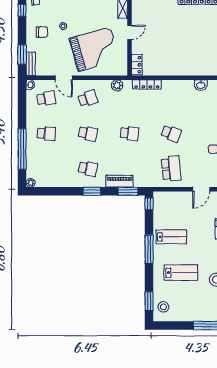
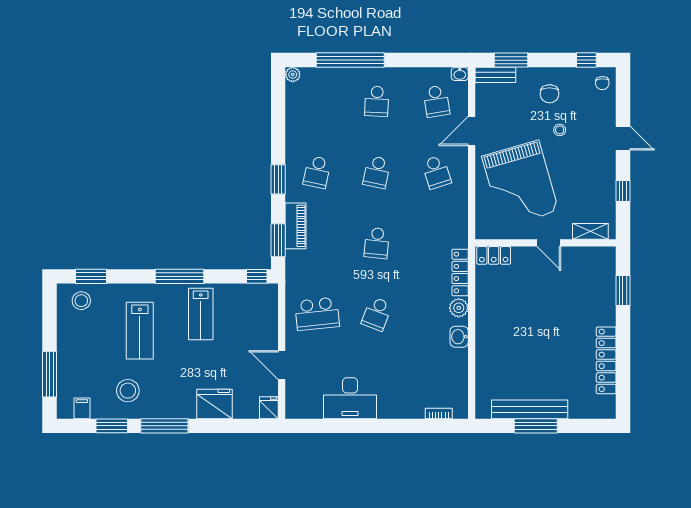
plant: (117, 85) -> (459, 308), moved
washbasin: (201, 85) -> (459, 337), moved

